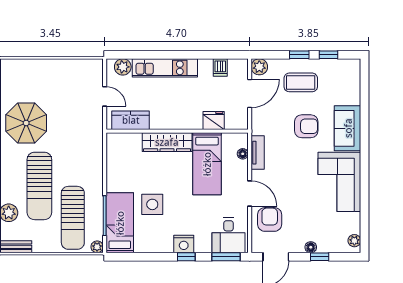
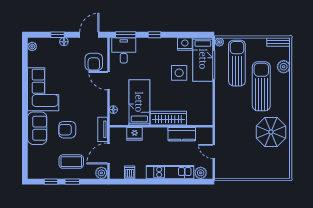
kitchen counter: (131, 120) -> (182, 134), moved
tv unit: (258, 153) -> (103, 129), moved
nightstand: (184, 244) -> (185, 44), moved

